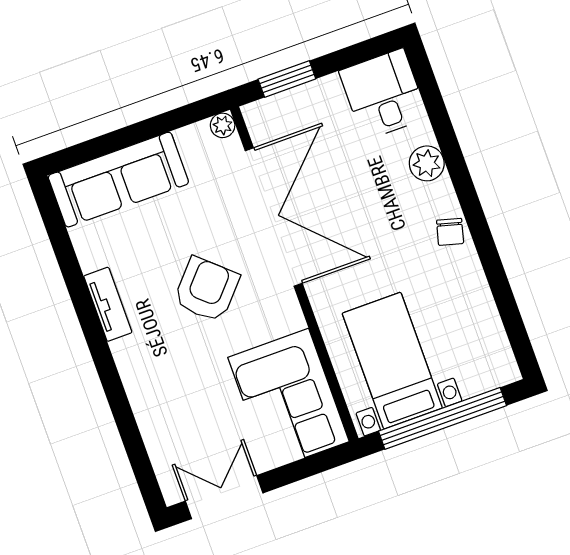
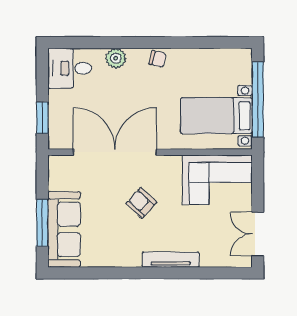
plant: (223, 125) -> (55, 162), removed
window: (116, 140) -> (42, 223), added
armchair: (206, 289) -> (141, 203), width x0.72, depth x0.72
tv unit: (108, 304) -> (171, 260), moved, width x1.41

